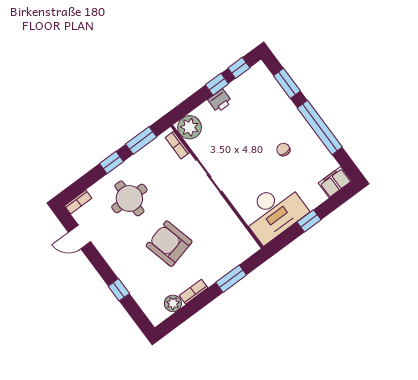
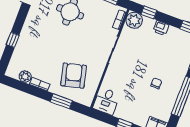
window: (217, 84) -> (149, 12), moved
desk: (274, 212) -> (106, 101), width x0.53, depth x0.77
armchair: (169, 244) -> (74, 75), moved

